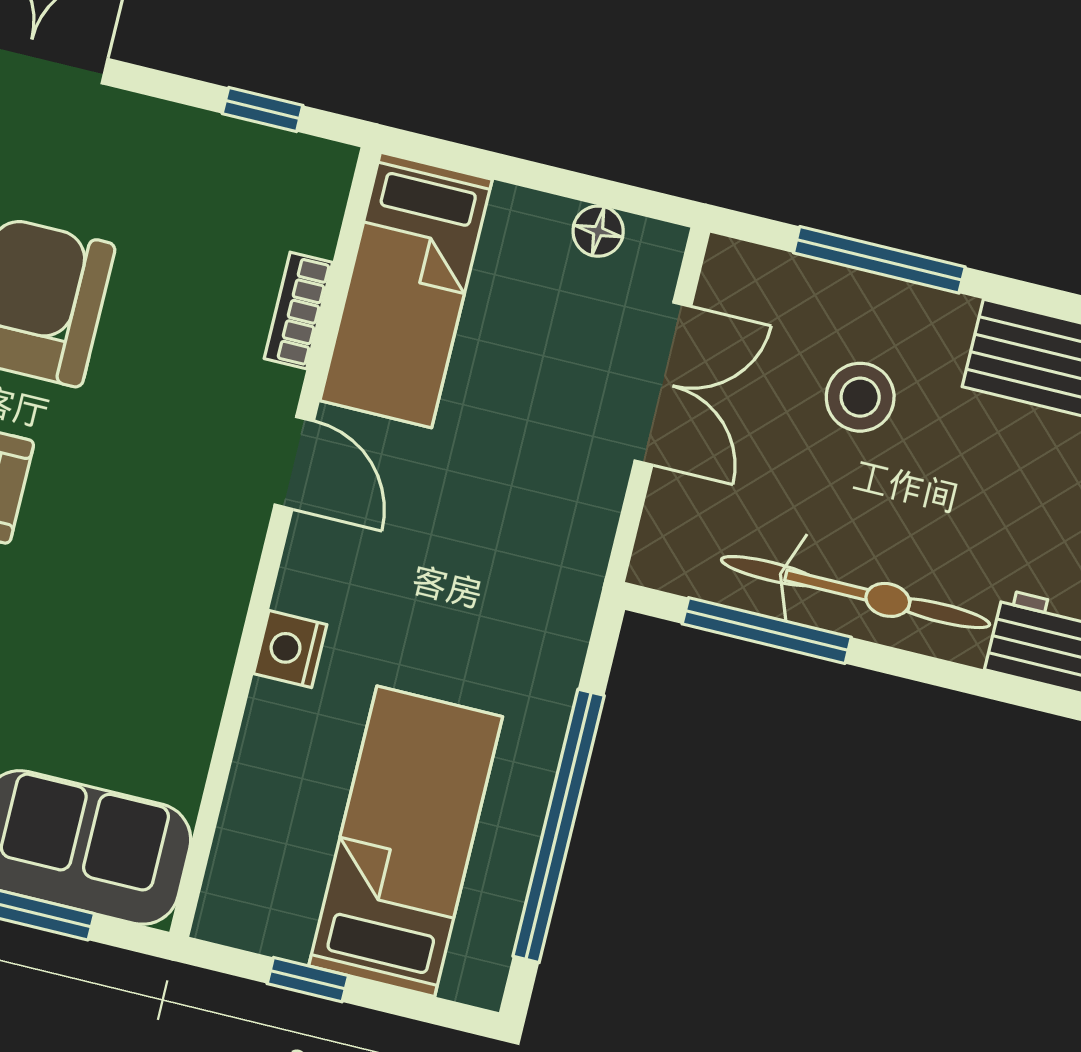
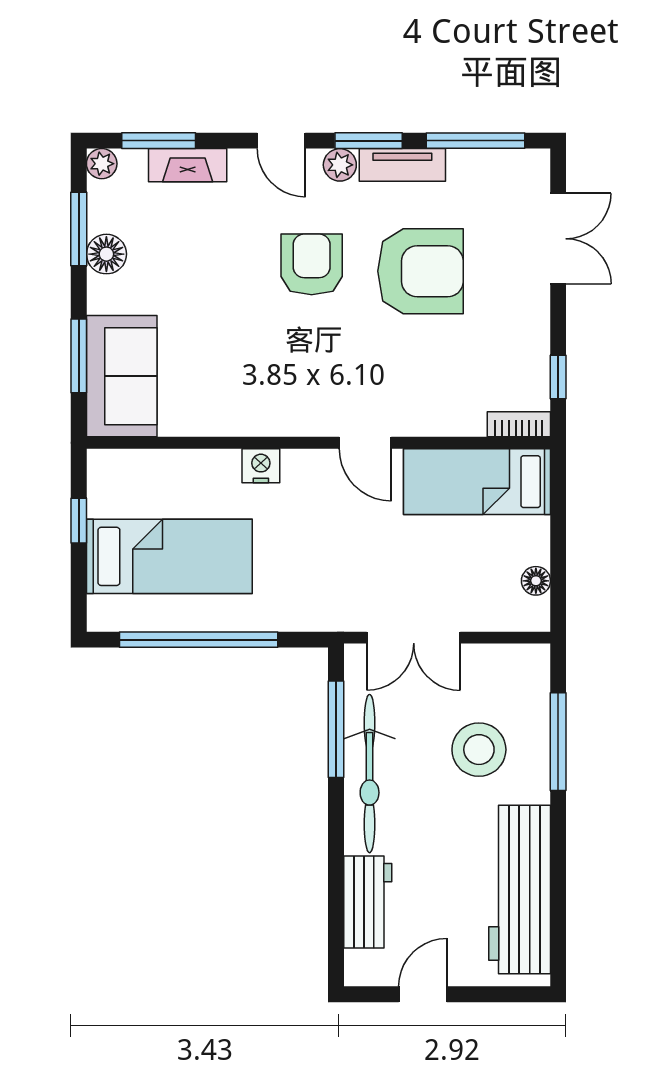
bookcase: (298, 311) -> (519, 424), moved
double door: (663, 384) -> (414, 638), moved
stool: (860, 397) -> (479, 750), width x1.38, depth x1.38
door: (294, 463) -> (365, 443), hinge flipped

